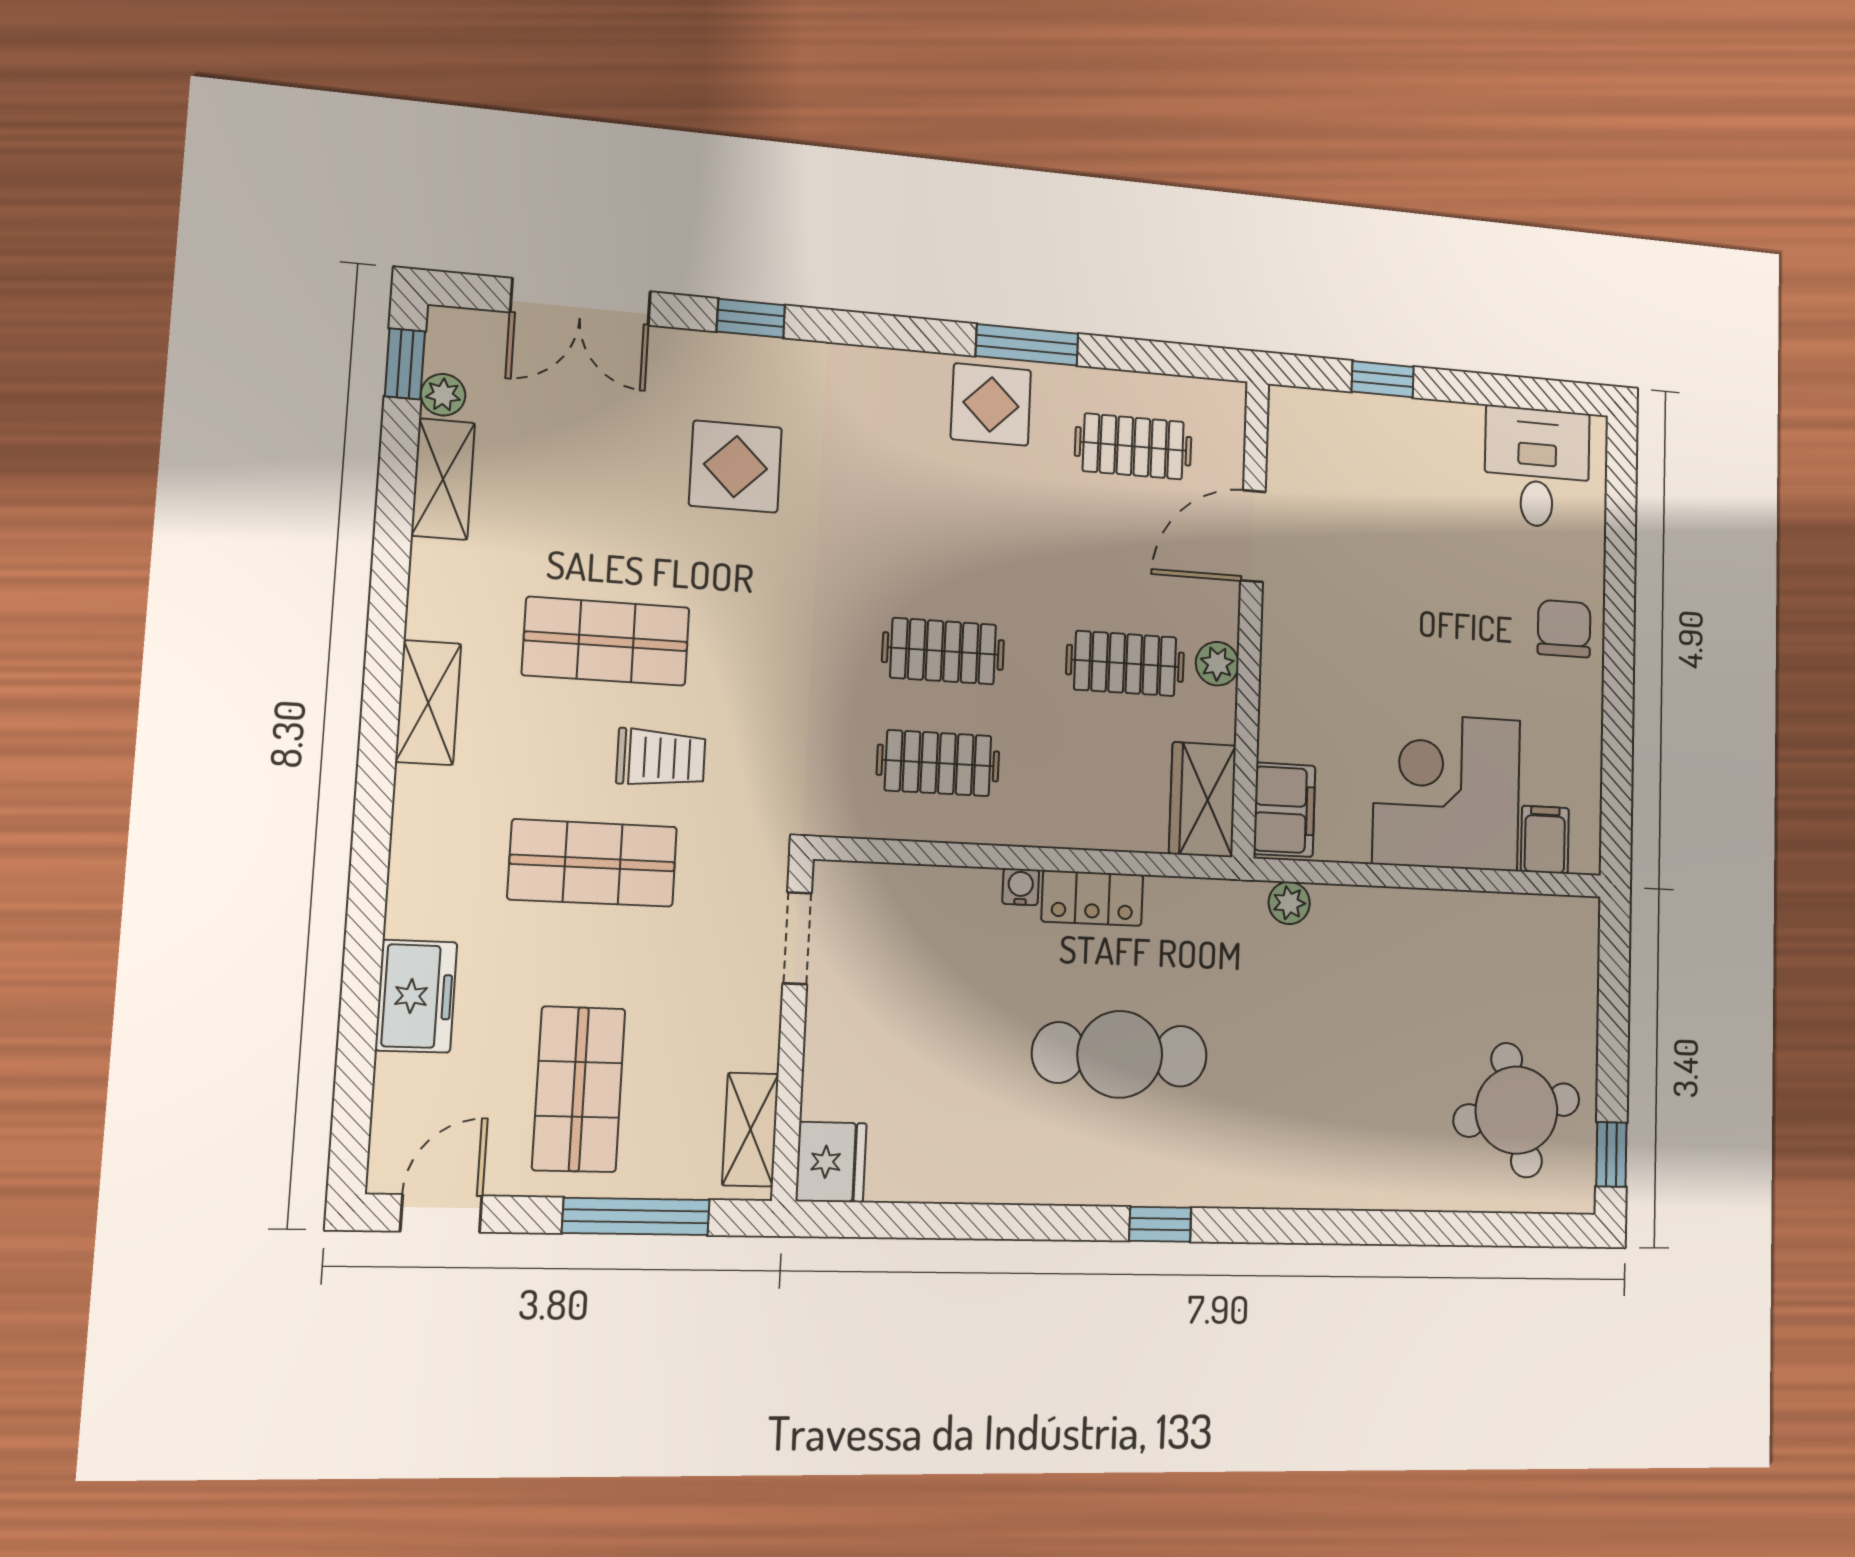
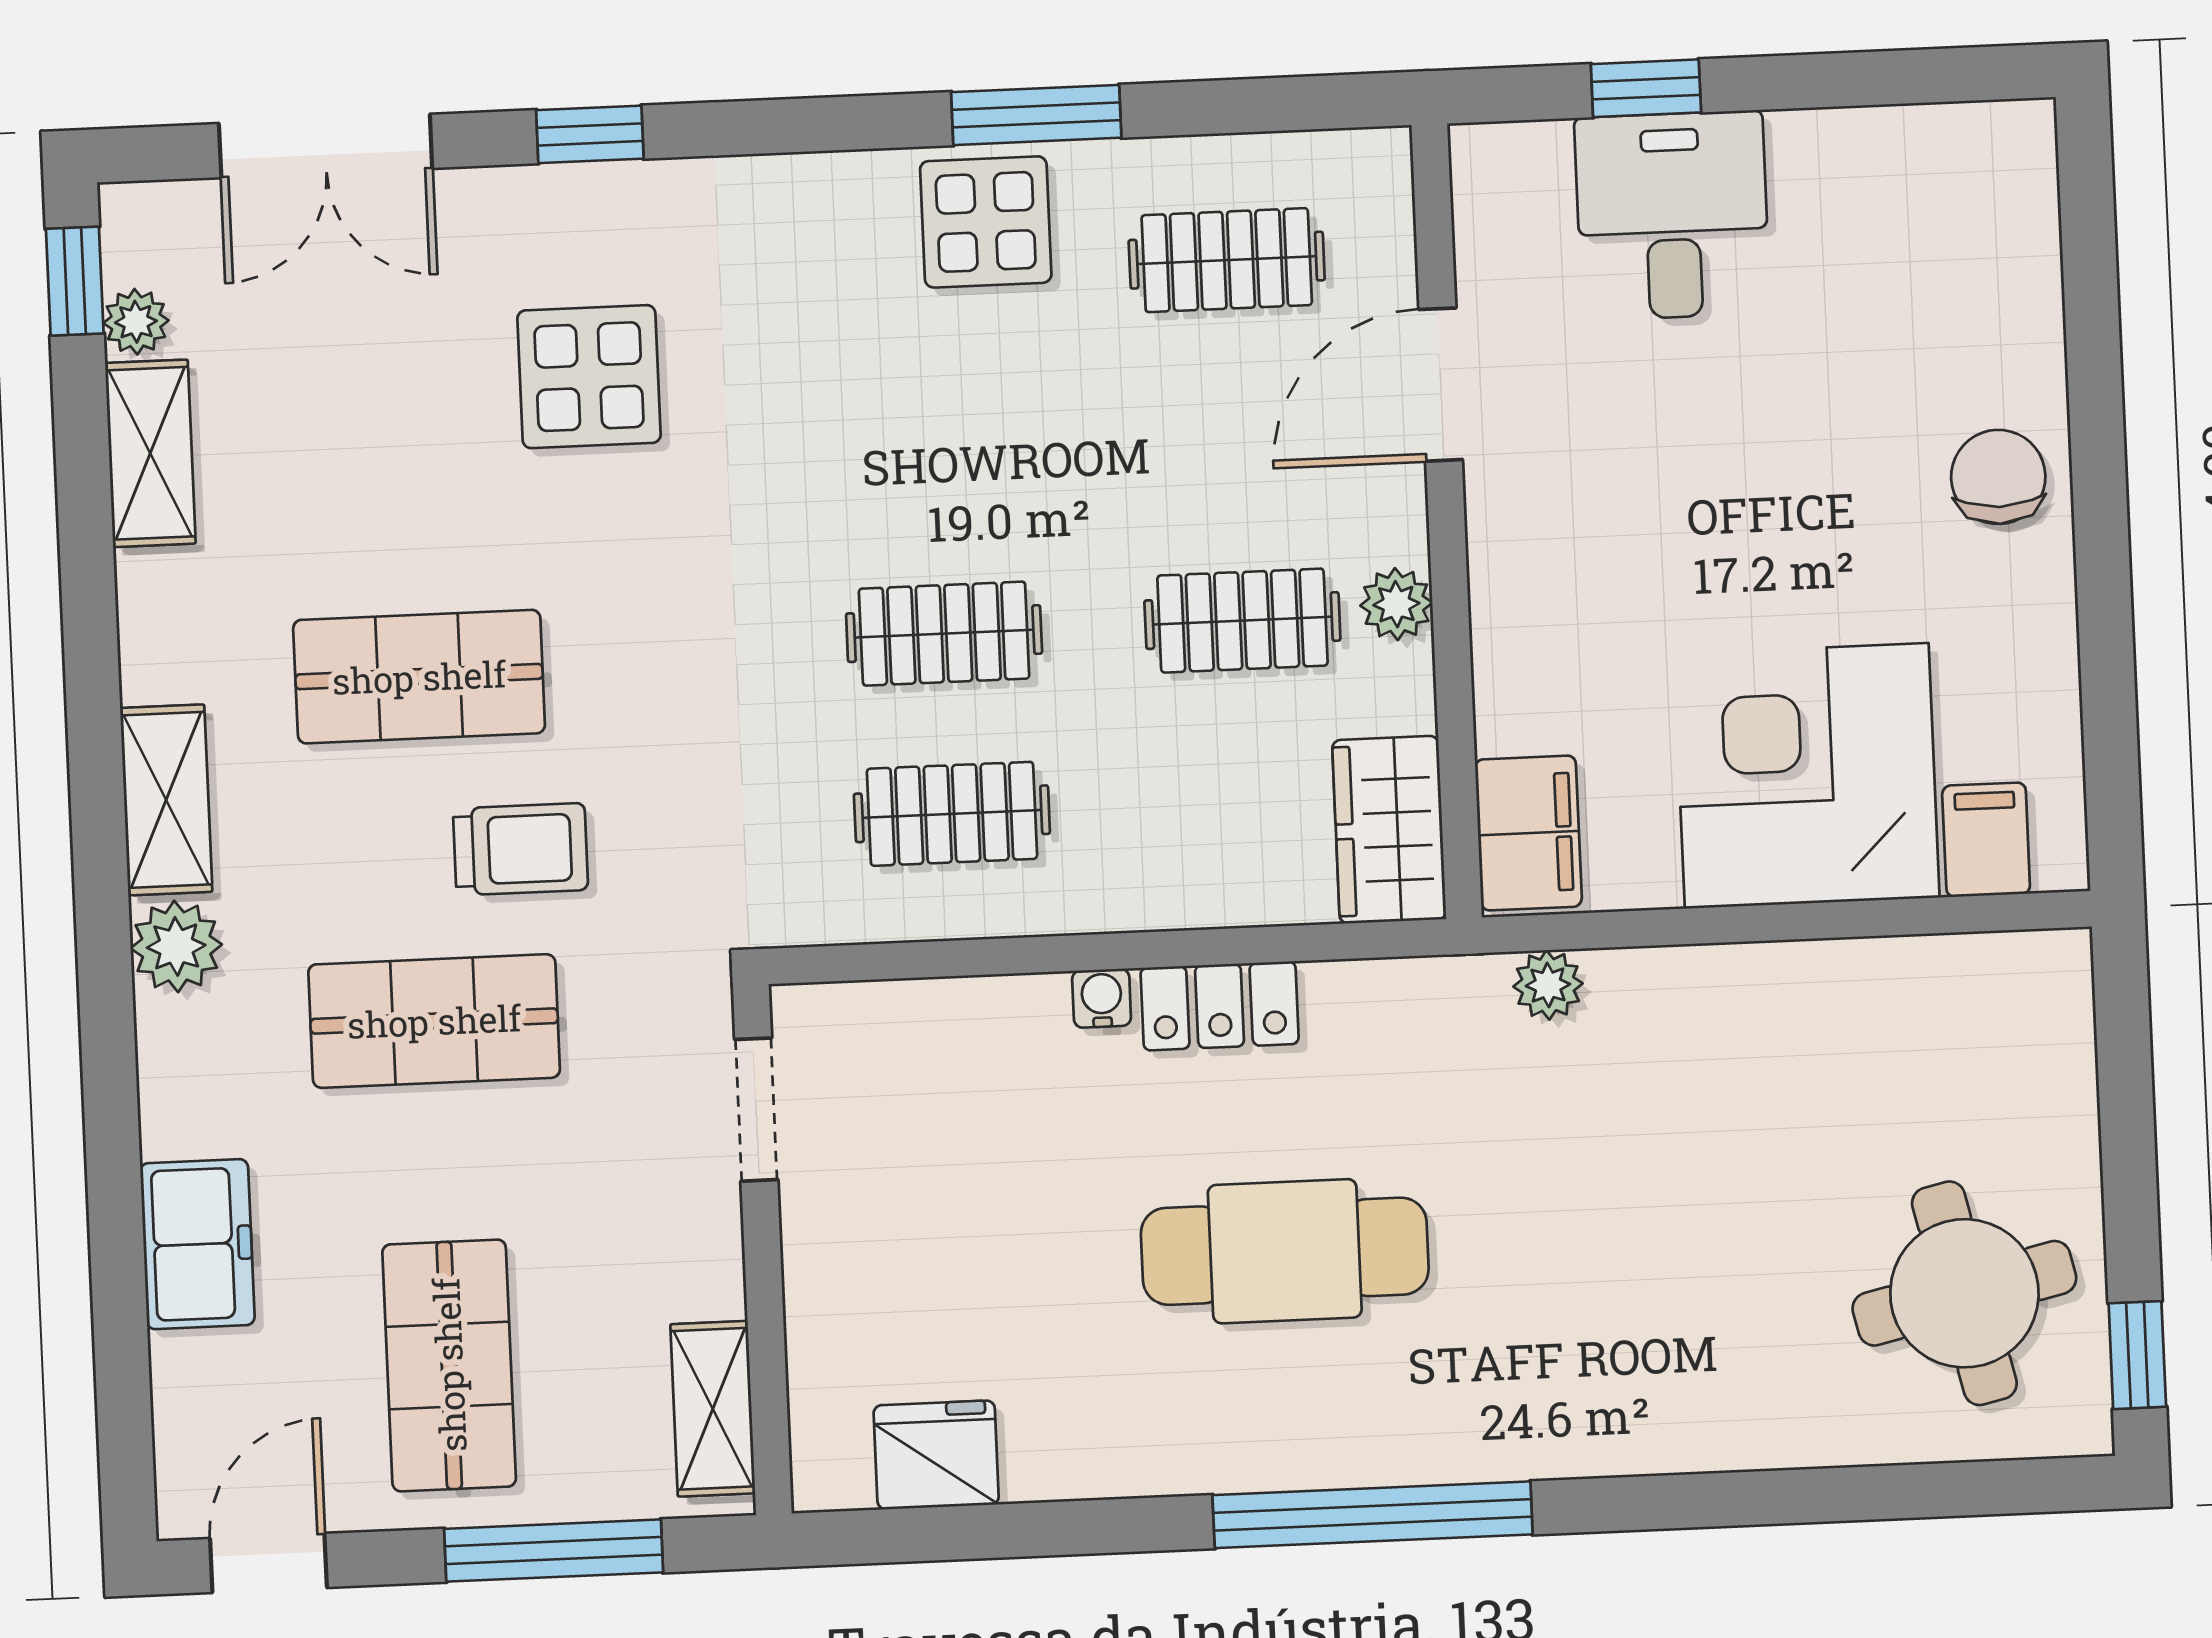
desk: (1537, 467) -> (1672, 215), moved
plant: (424, 799) -> (176, 946), added
fridge: (831, 1162) -> (936, 1455), moved, turned -90
window: (1160, 1224) -> (1373, 1515), width x3.17

